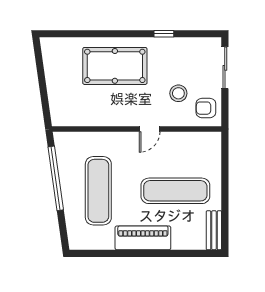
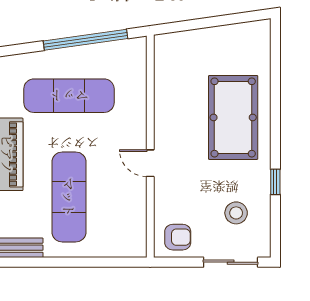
stool: (178, 93) -> (236, 213), moved
armchair: (206, 108) -> (178, 237), turned 90

